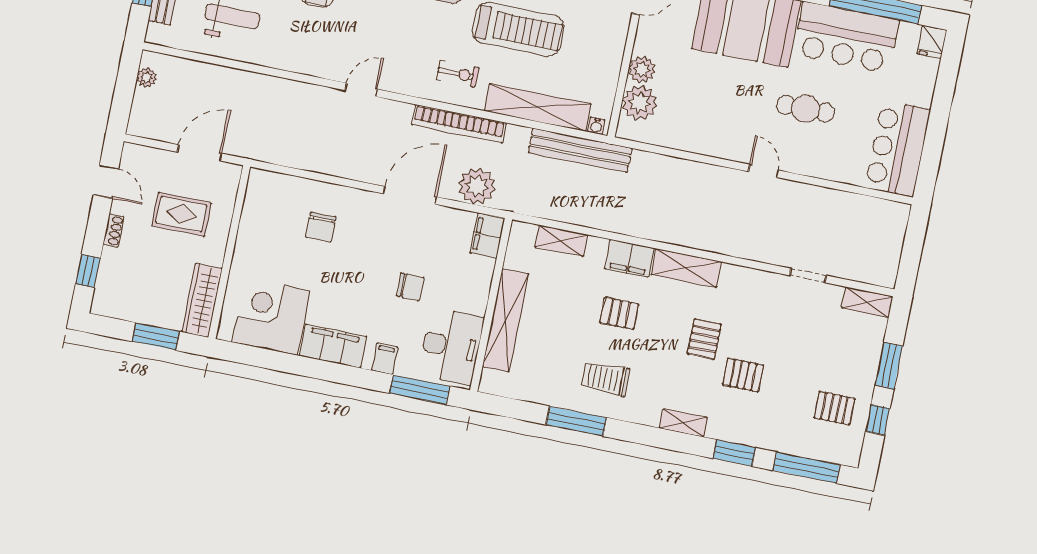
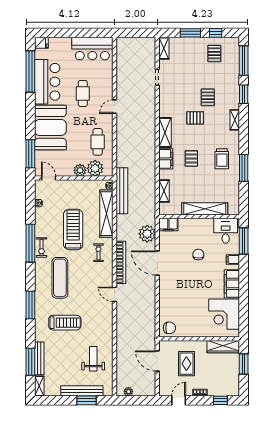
cafe table: (695, 120) -> (98, 142), added
bookcase: (459, 124) -> (121, 262), moved
chair: (321, 227) -> (169, 328), moved
desk: (451, 346) -> (226, 231), width x0.73

